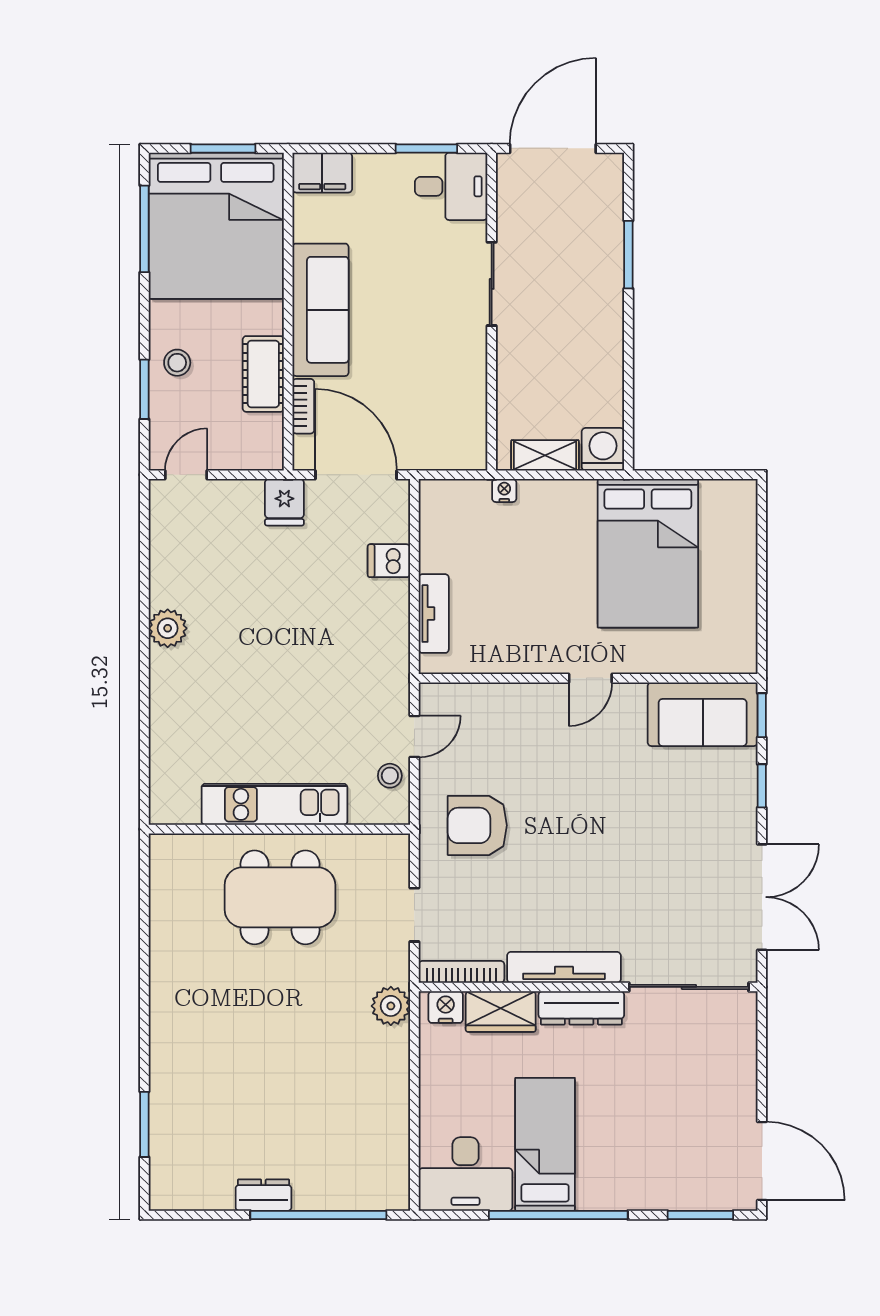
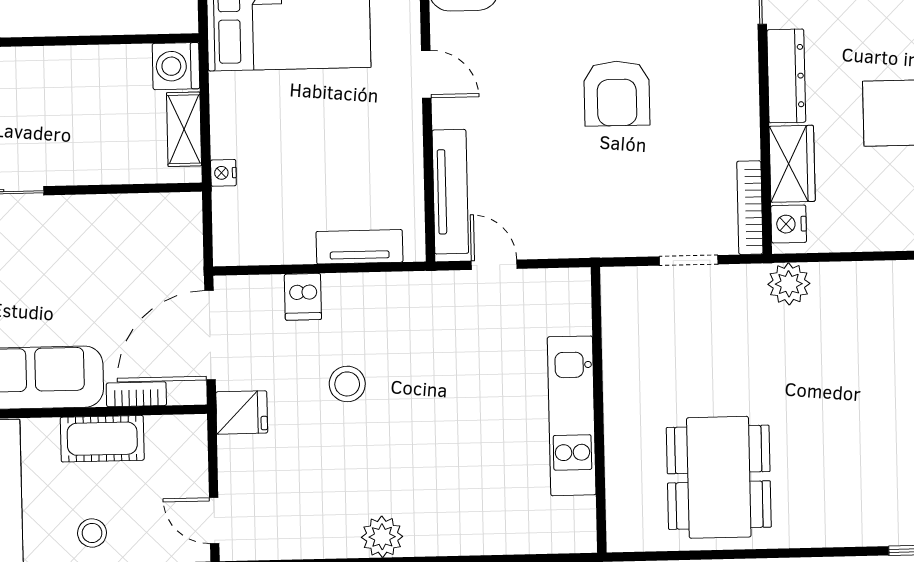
stool: (390, 776) -> (347, 384), moved, width x1.37, depth x1.37
armchair: (477, 825) -> (617, 93), moved
dining table: (280, 897) -> (719, 477), moved
tv unit: (564, 967) -> (450, 192), moved, turned 180

